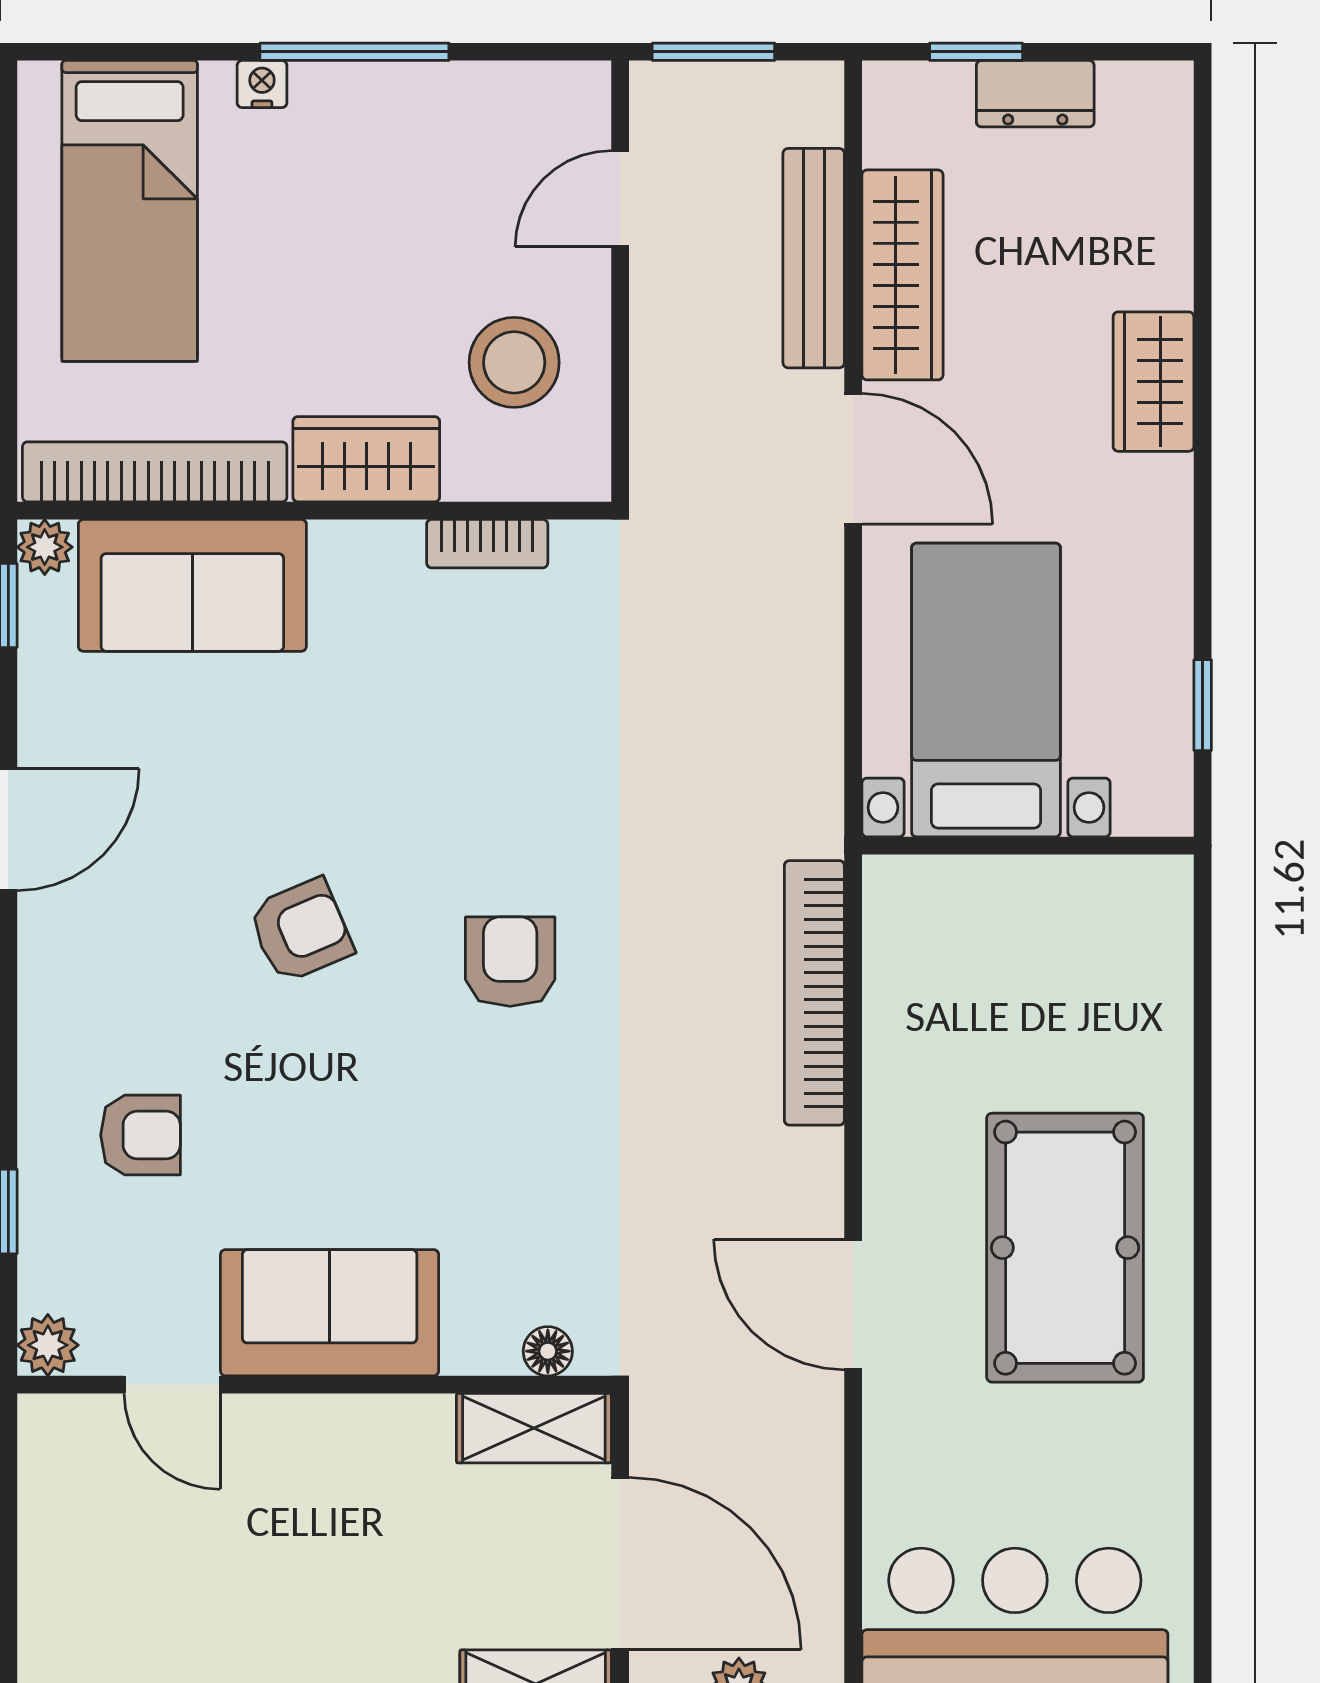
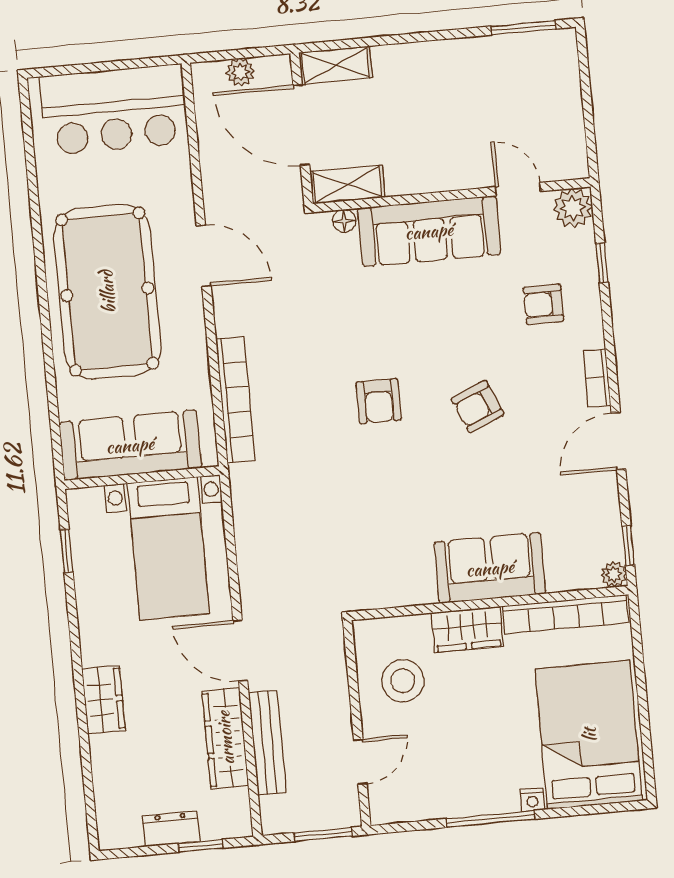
bed: (130, 211) -> (589, 735), width x1.50
bookcase: (487, 544) -> (597, 378), moved, turned -90
sofa: (192, 585) -> (490, 568), moved
sofa: (1046, 917) -> (130, 445), added
pool table: (1065, 1248) -> (107, 292), width x1.36, depth x1.32
sofa: (330, 1313) -> (429, 231), width x1.36
plant: (48, 1345) -> (573, 208), width x1.38, depth x1.38

